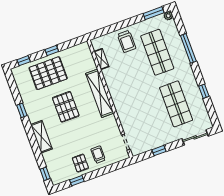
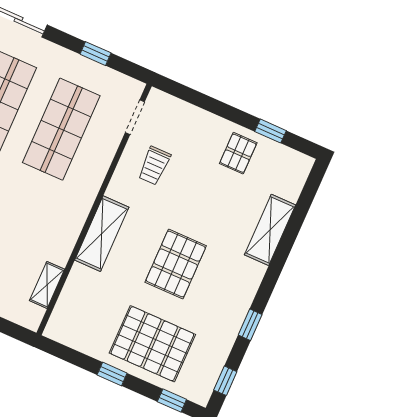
shelving: (100, 93) -> (102, 234), width x0.68
shop shelf: (146, 115) -> (61, 129), added
shelving: (41, 137) -> (270, 230), moved
trolley: (98, 155) -> (154, 166), moved
window: (45, 174) -> (225, 381), moved

